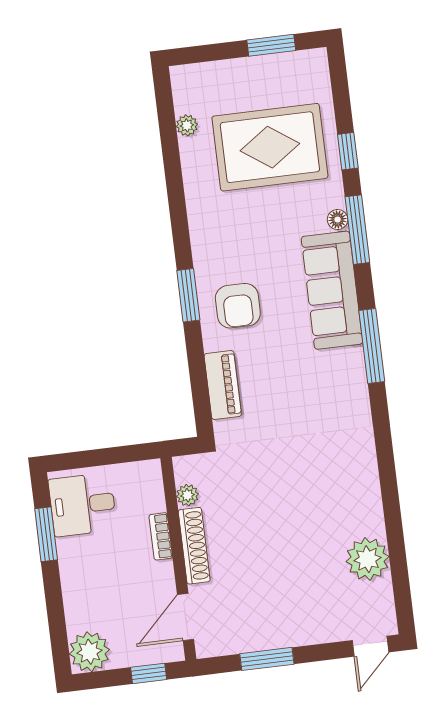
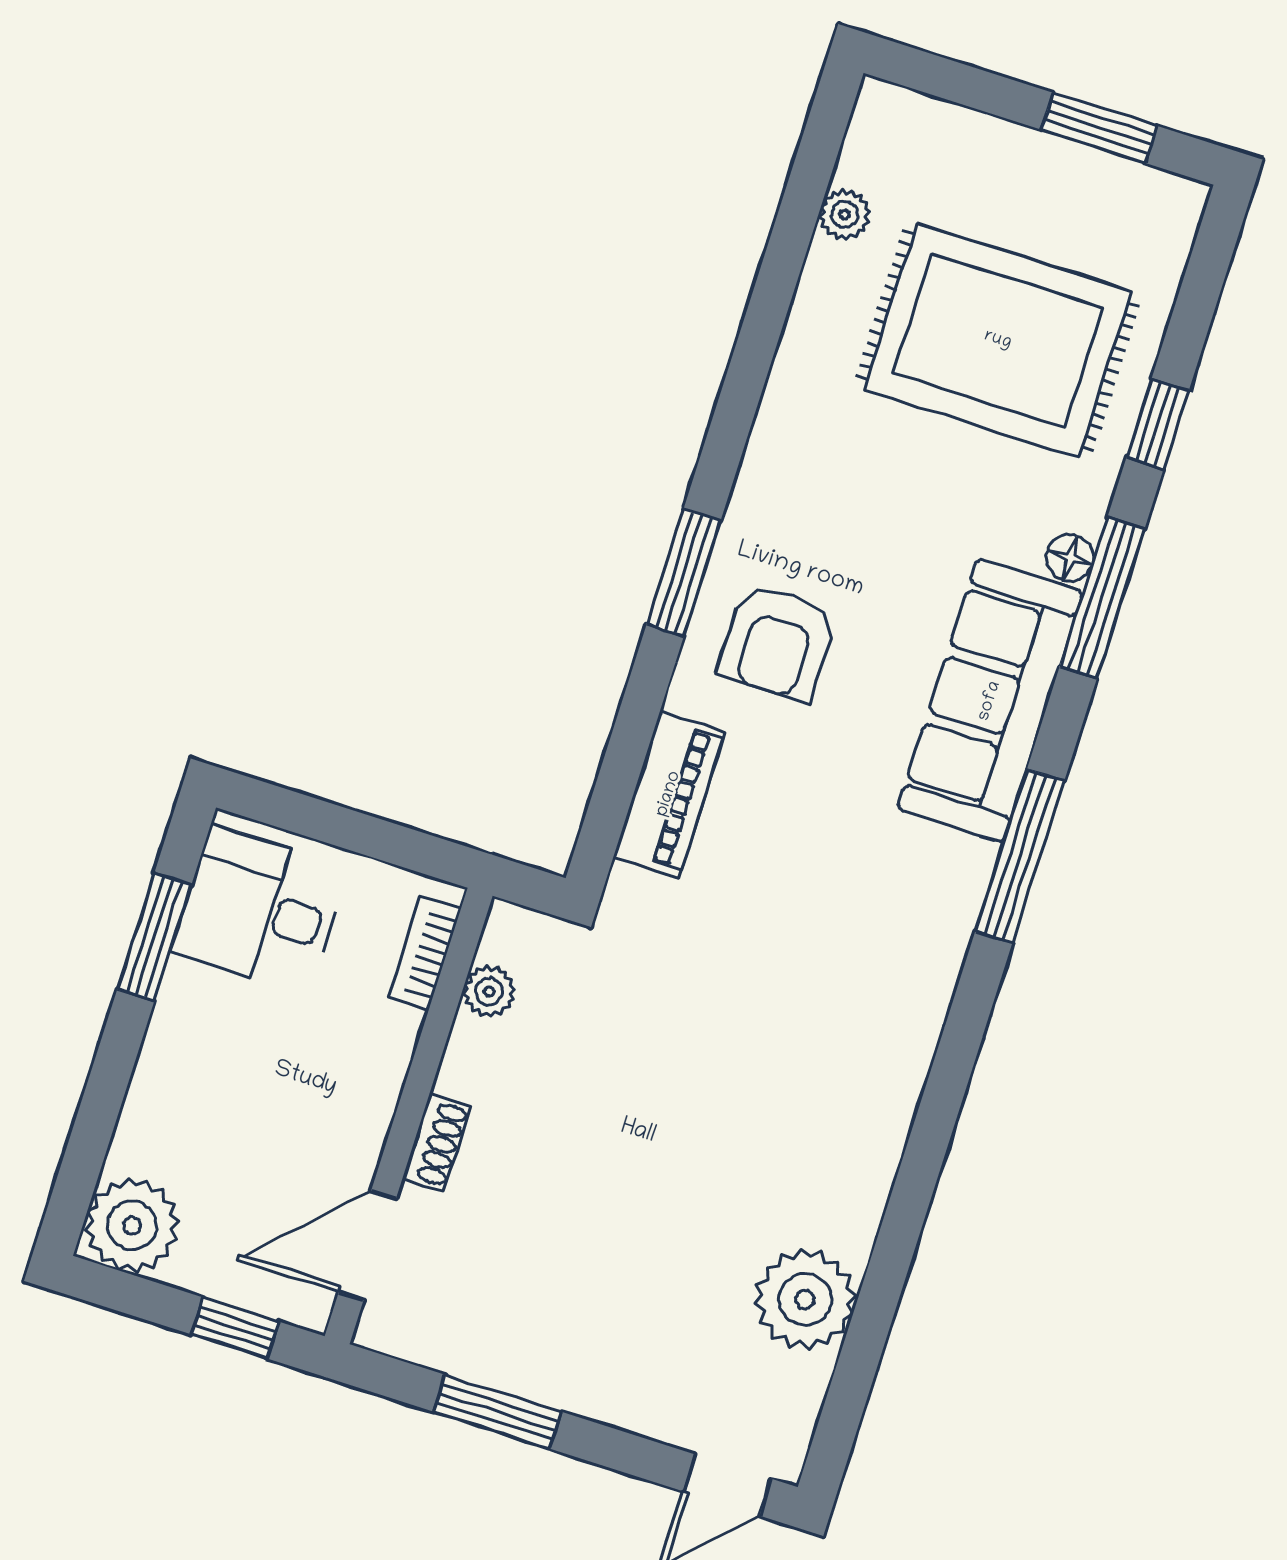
bookcase: (161, 536) -> (425, 954), moved
shoe rack: (194, 546) -> (437, 1142), width x0.51, depth x0.81

